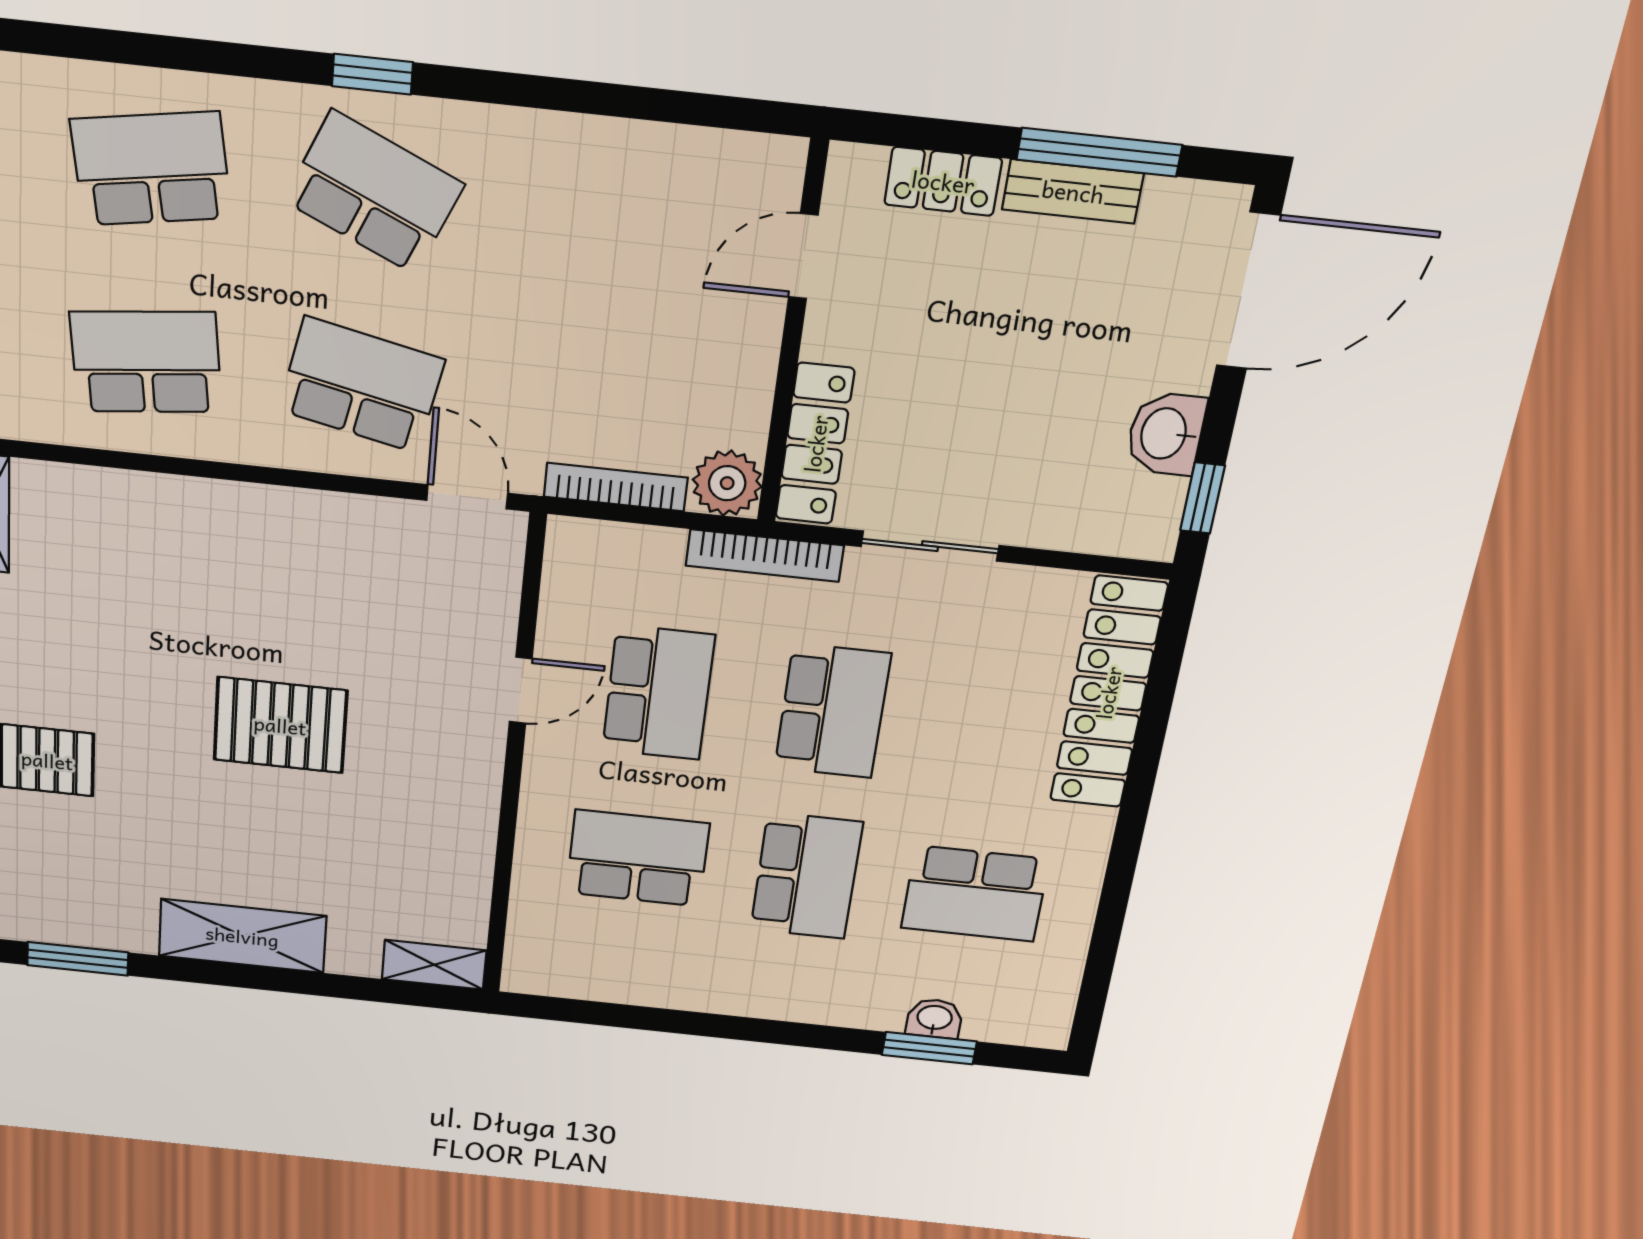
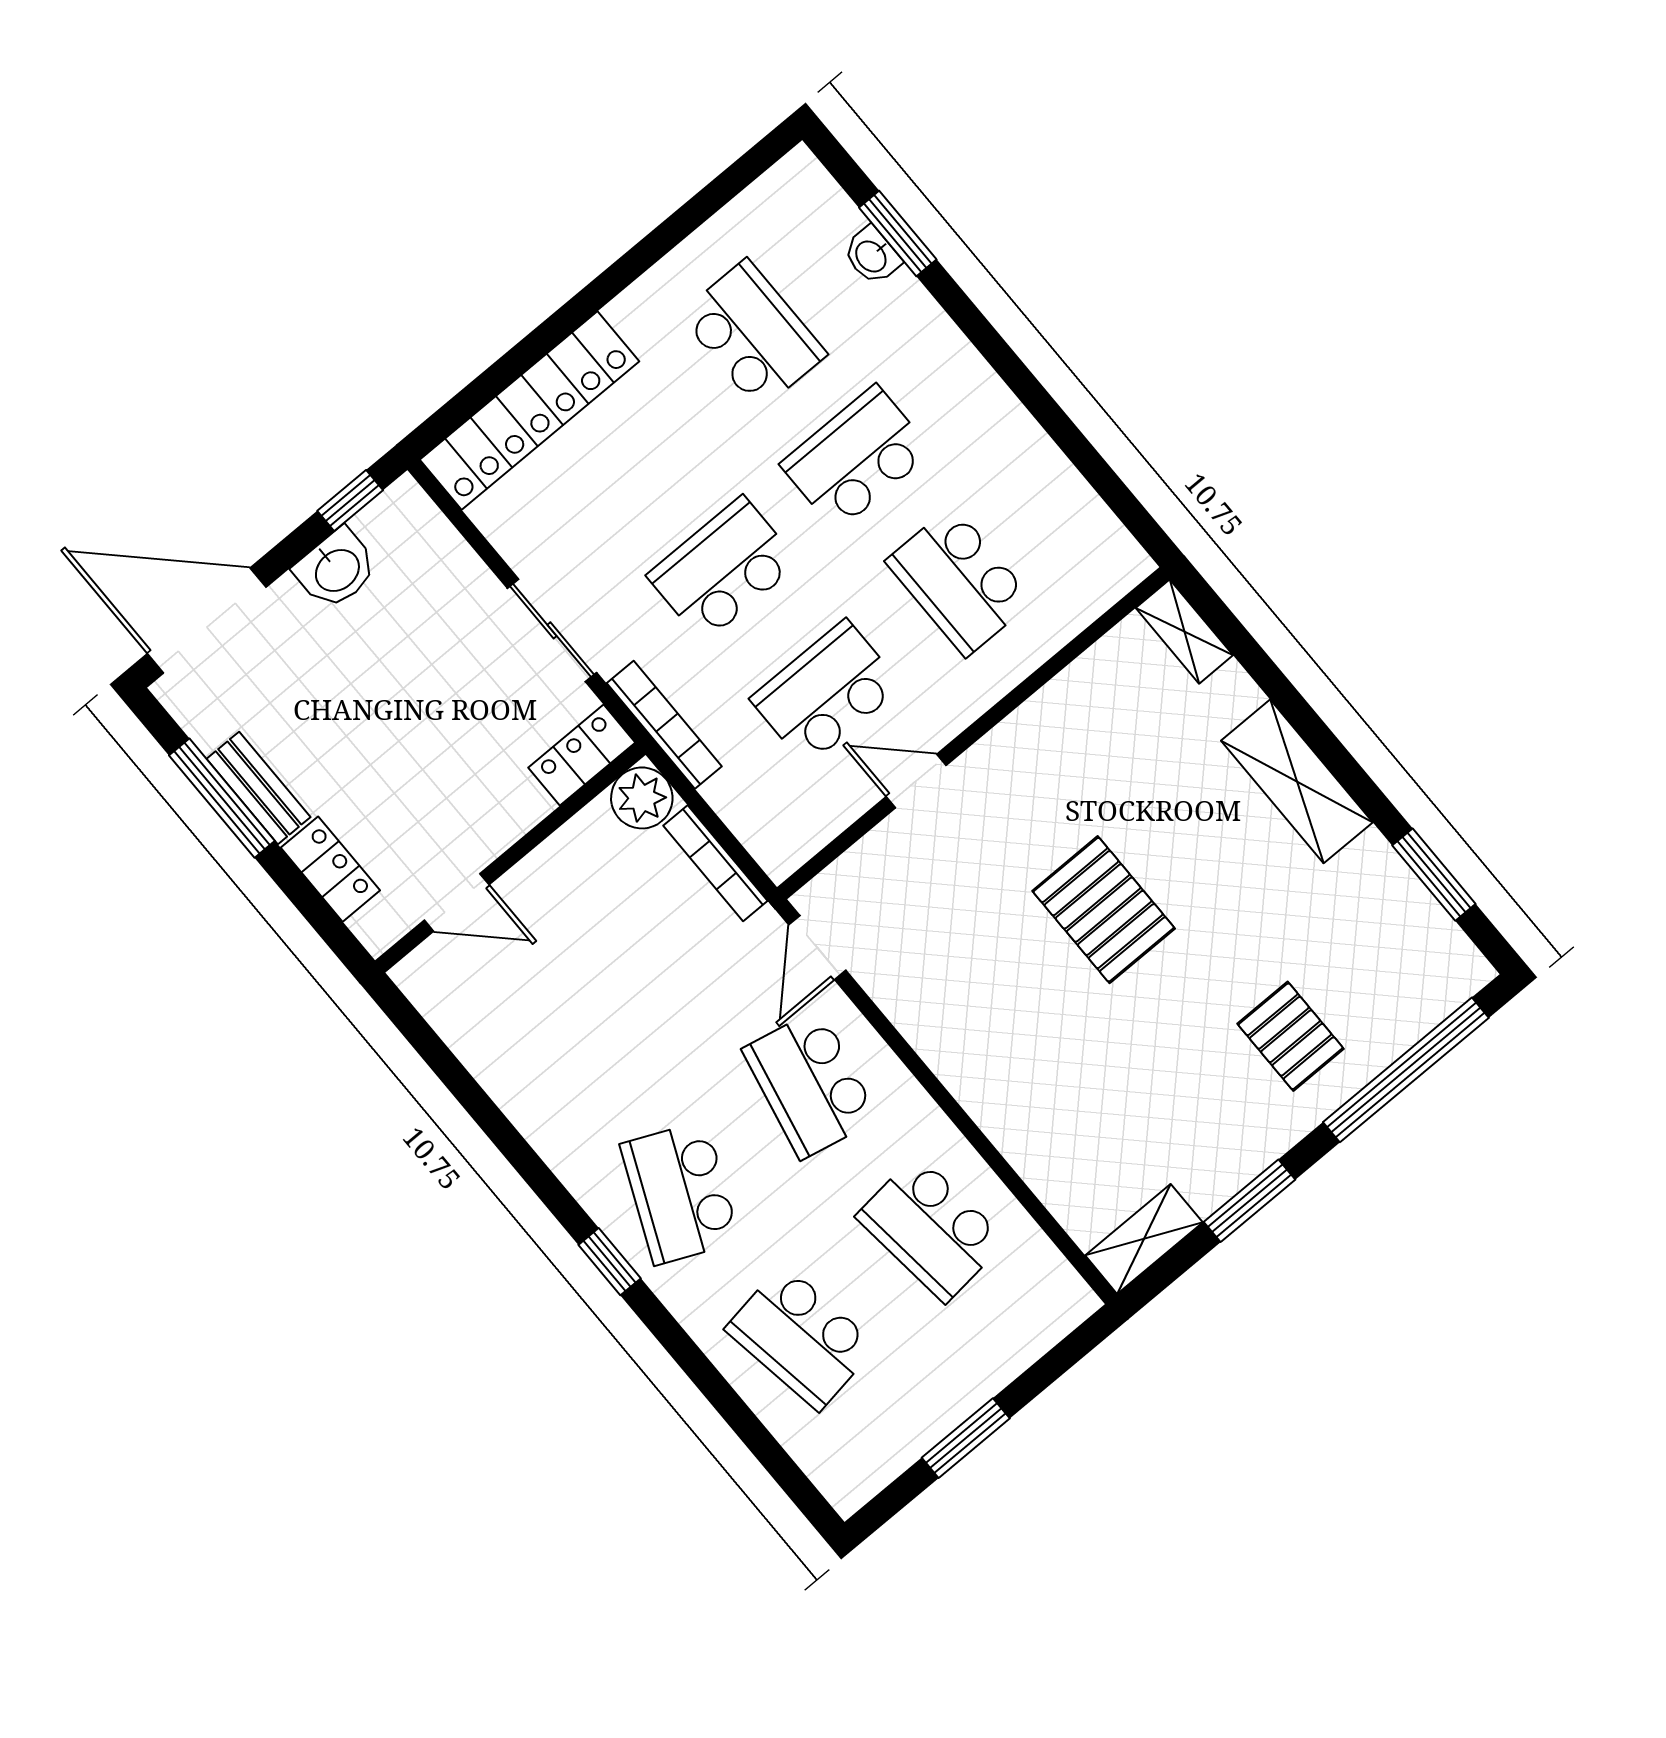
locker: (815, 444) -> (582, 755), width x0.66

